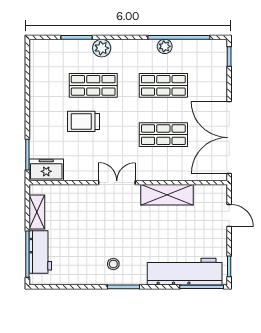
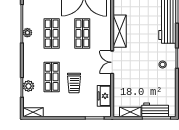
plant: (102, 48) -> (28, 86), moved
shelving: (36, 55) -> (33, 112), added
freezer: (46, 170) -> (104, 96), moved

